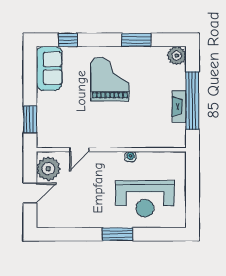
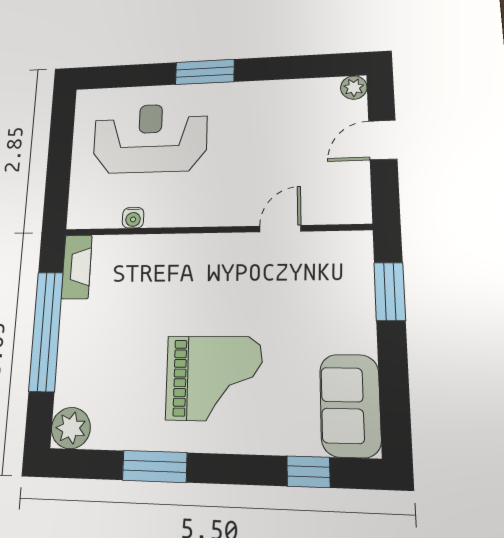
grand piano: (110, 79) -> (214, 378), turned -90
fireplace: (179, 107) -> (77, 267), moved
water cooler: (130, 157) -> (133, 218), moved
plant: (48, 169) -> (354, 88), moved, width x0.53, depth x0.53

